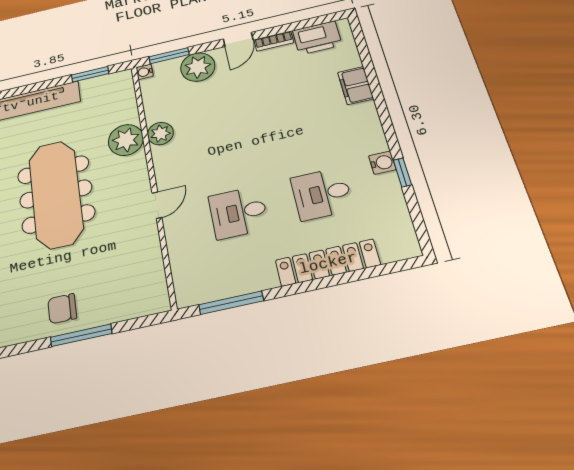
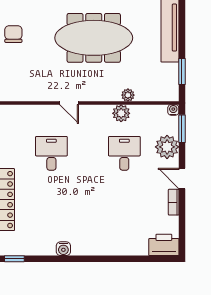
printer: (317, 38) -> (164, 245), moved, turned 90
filing cabinet: (356, 86) -> (124, 247), removed
plant: (126, 140) -> (128, 95), width x0.53, depth x0.53
window: (402, 172) -> (14, 259), moved
desk: (322, 194) -> (124, 153), moved

